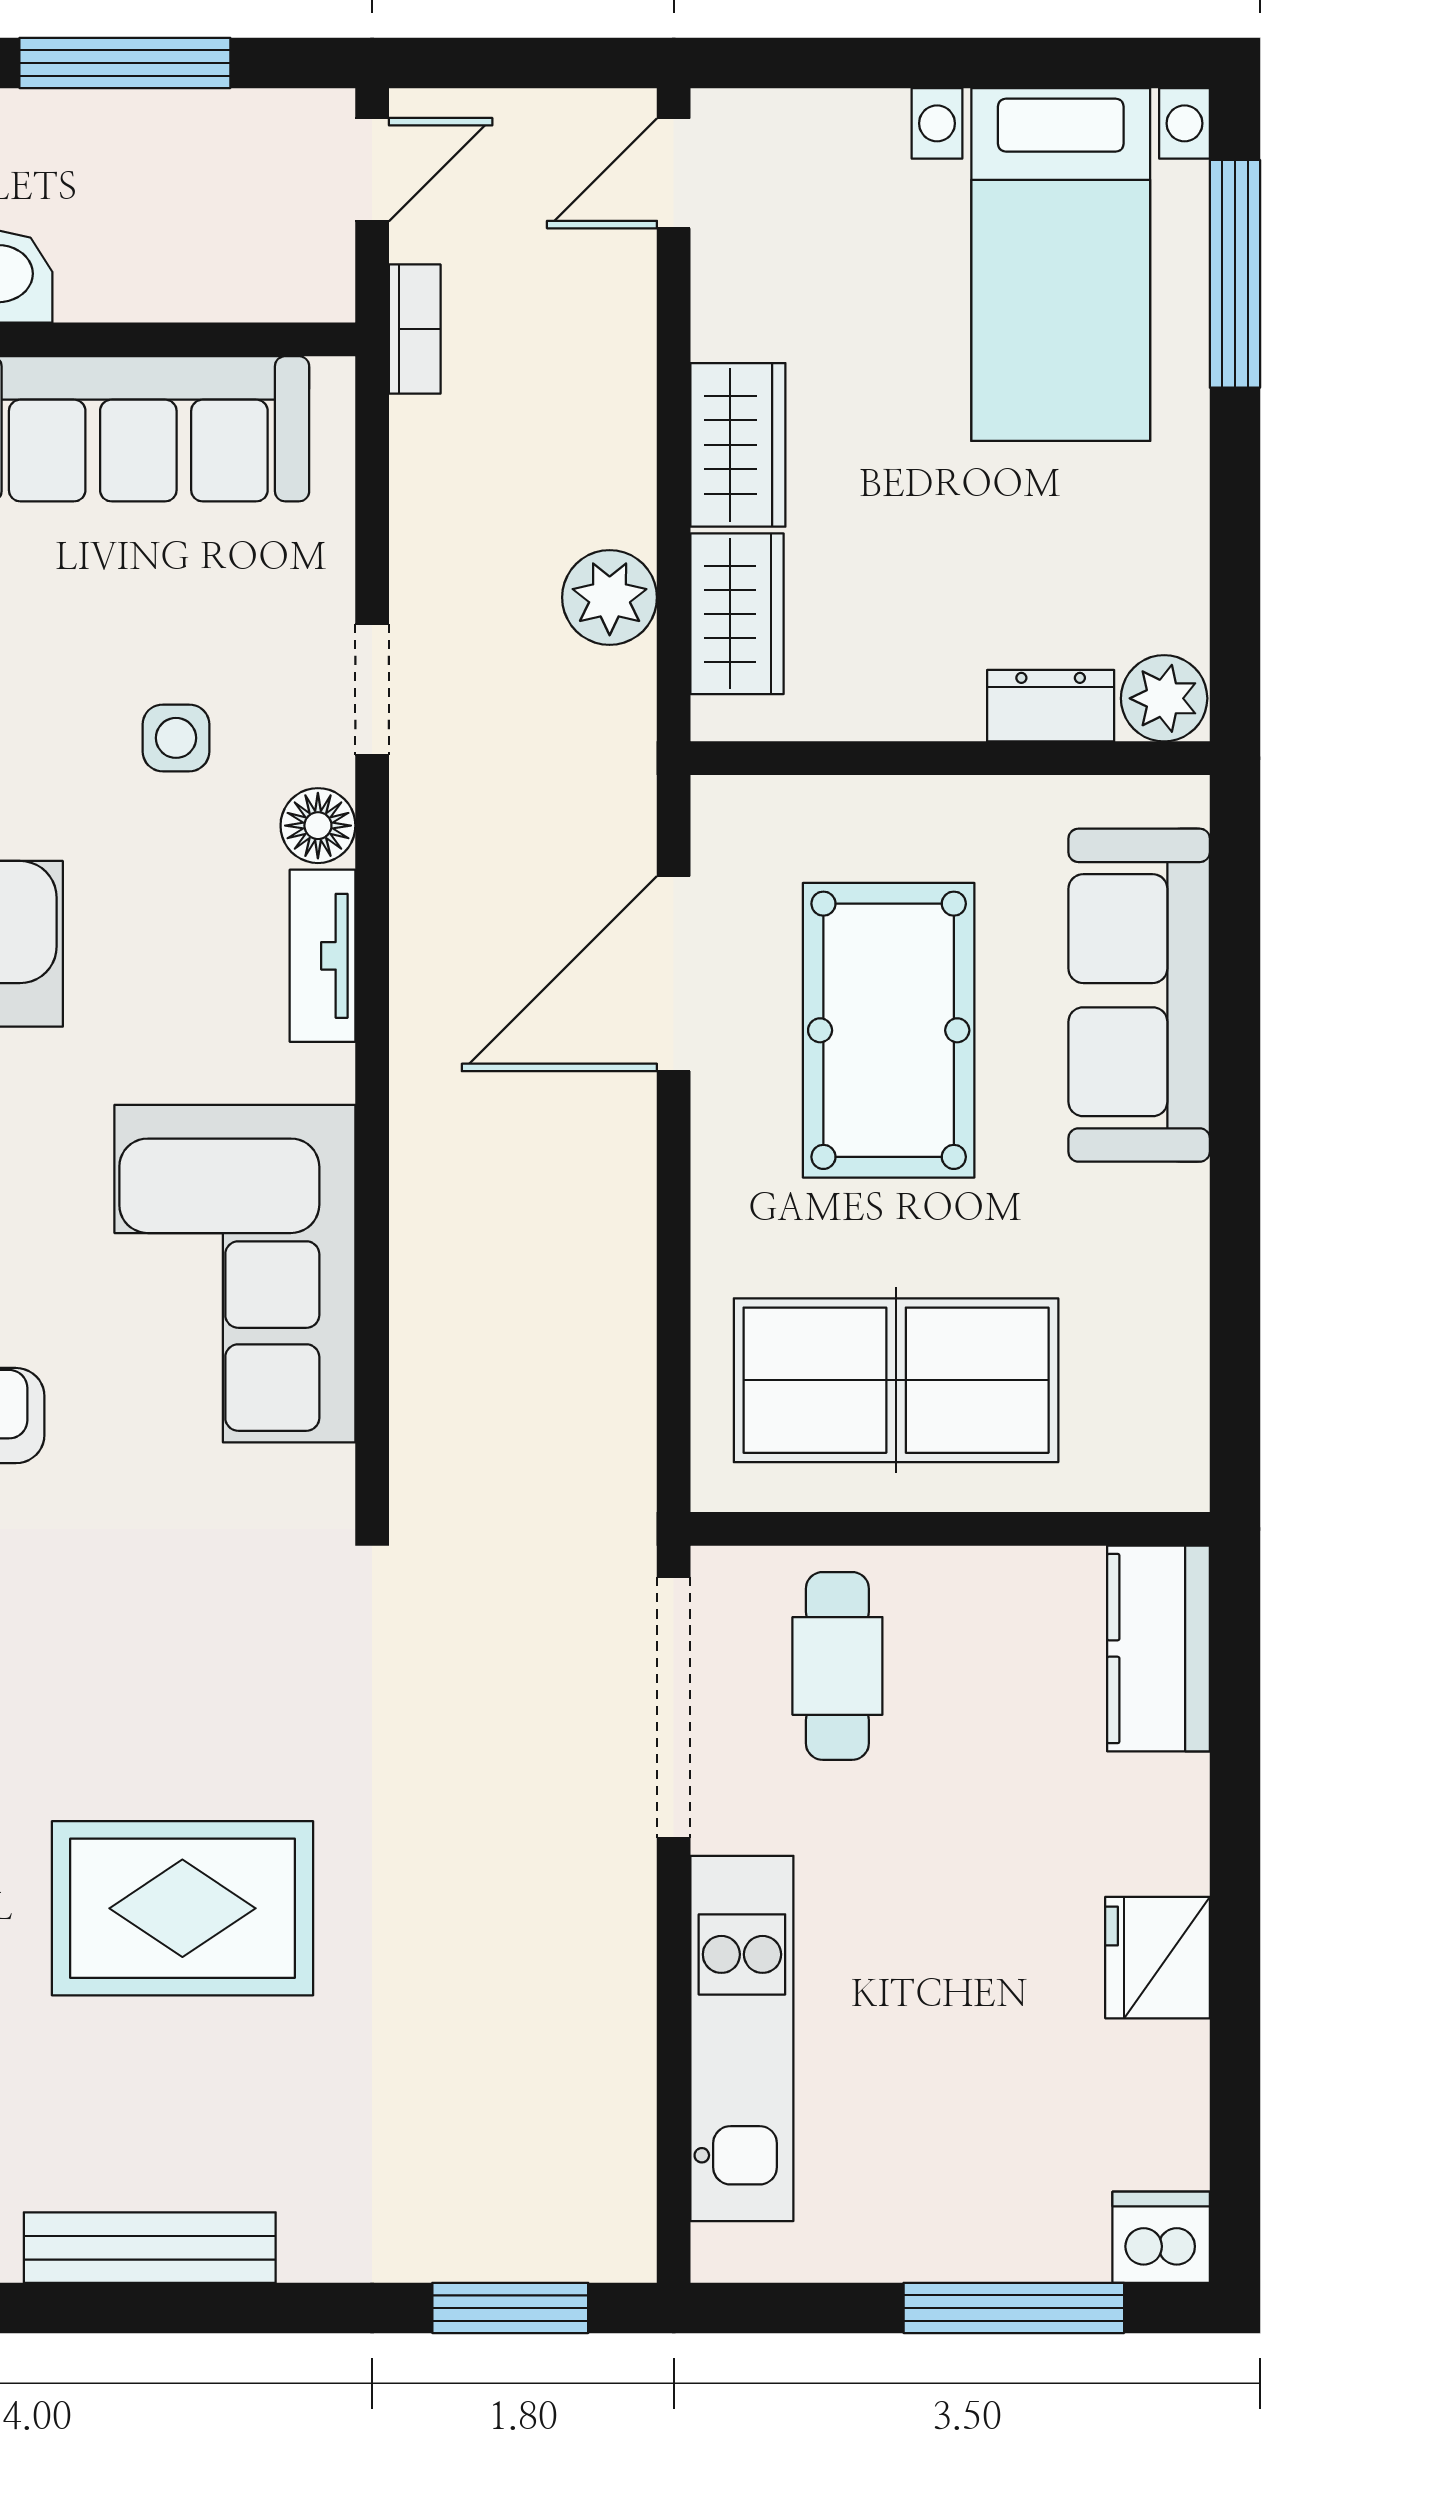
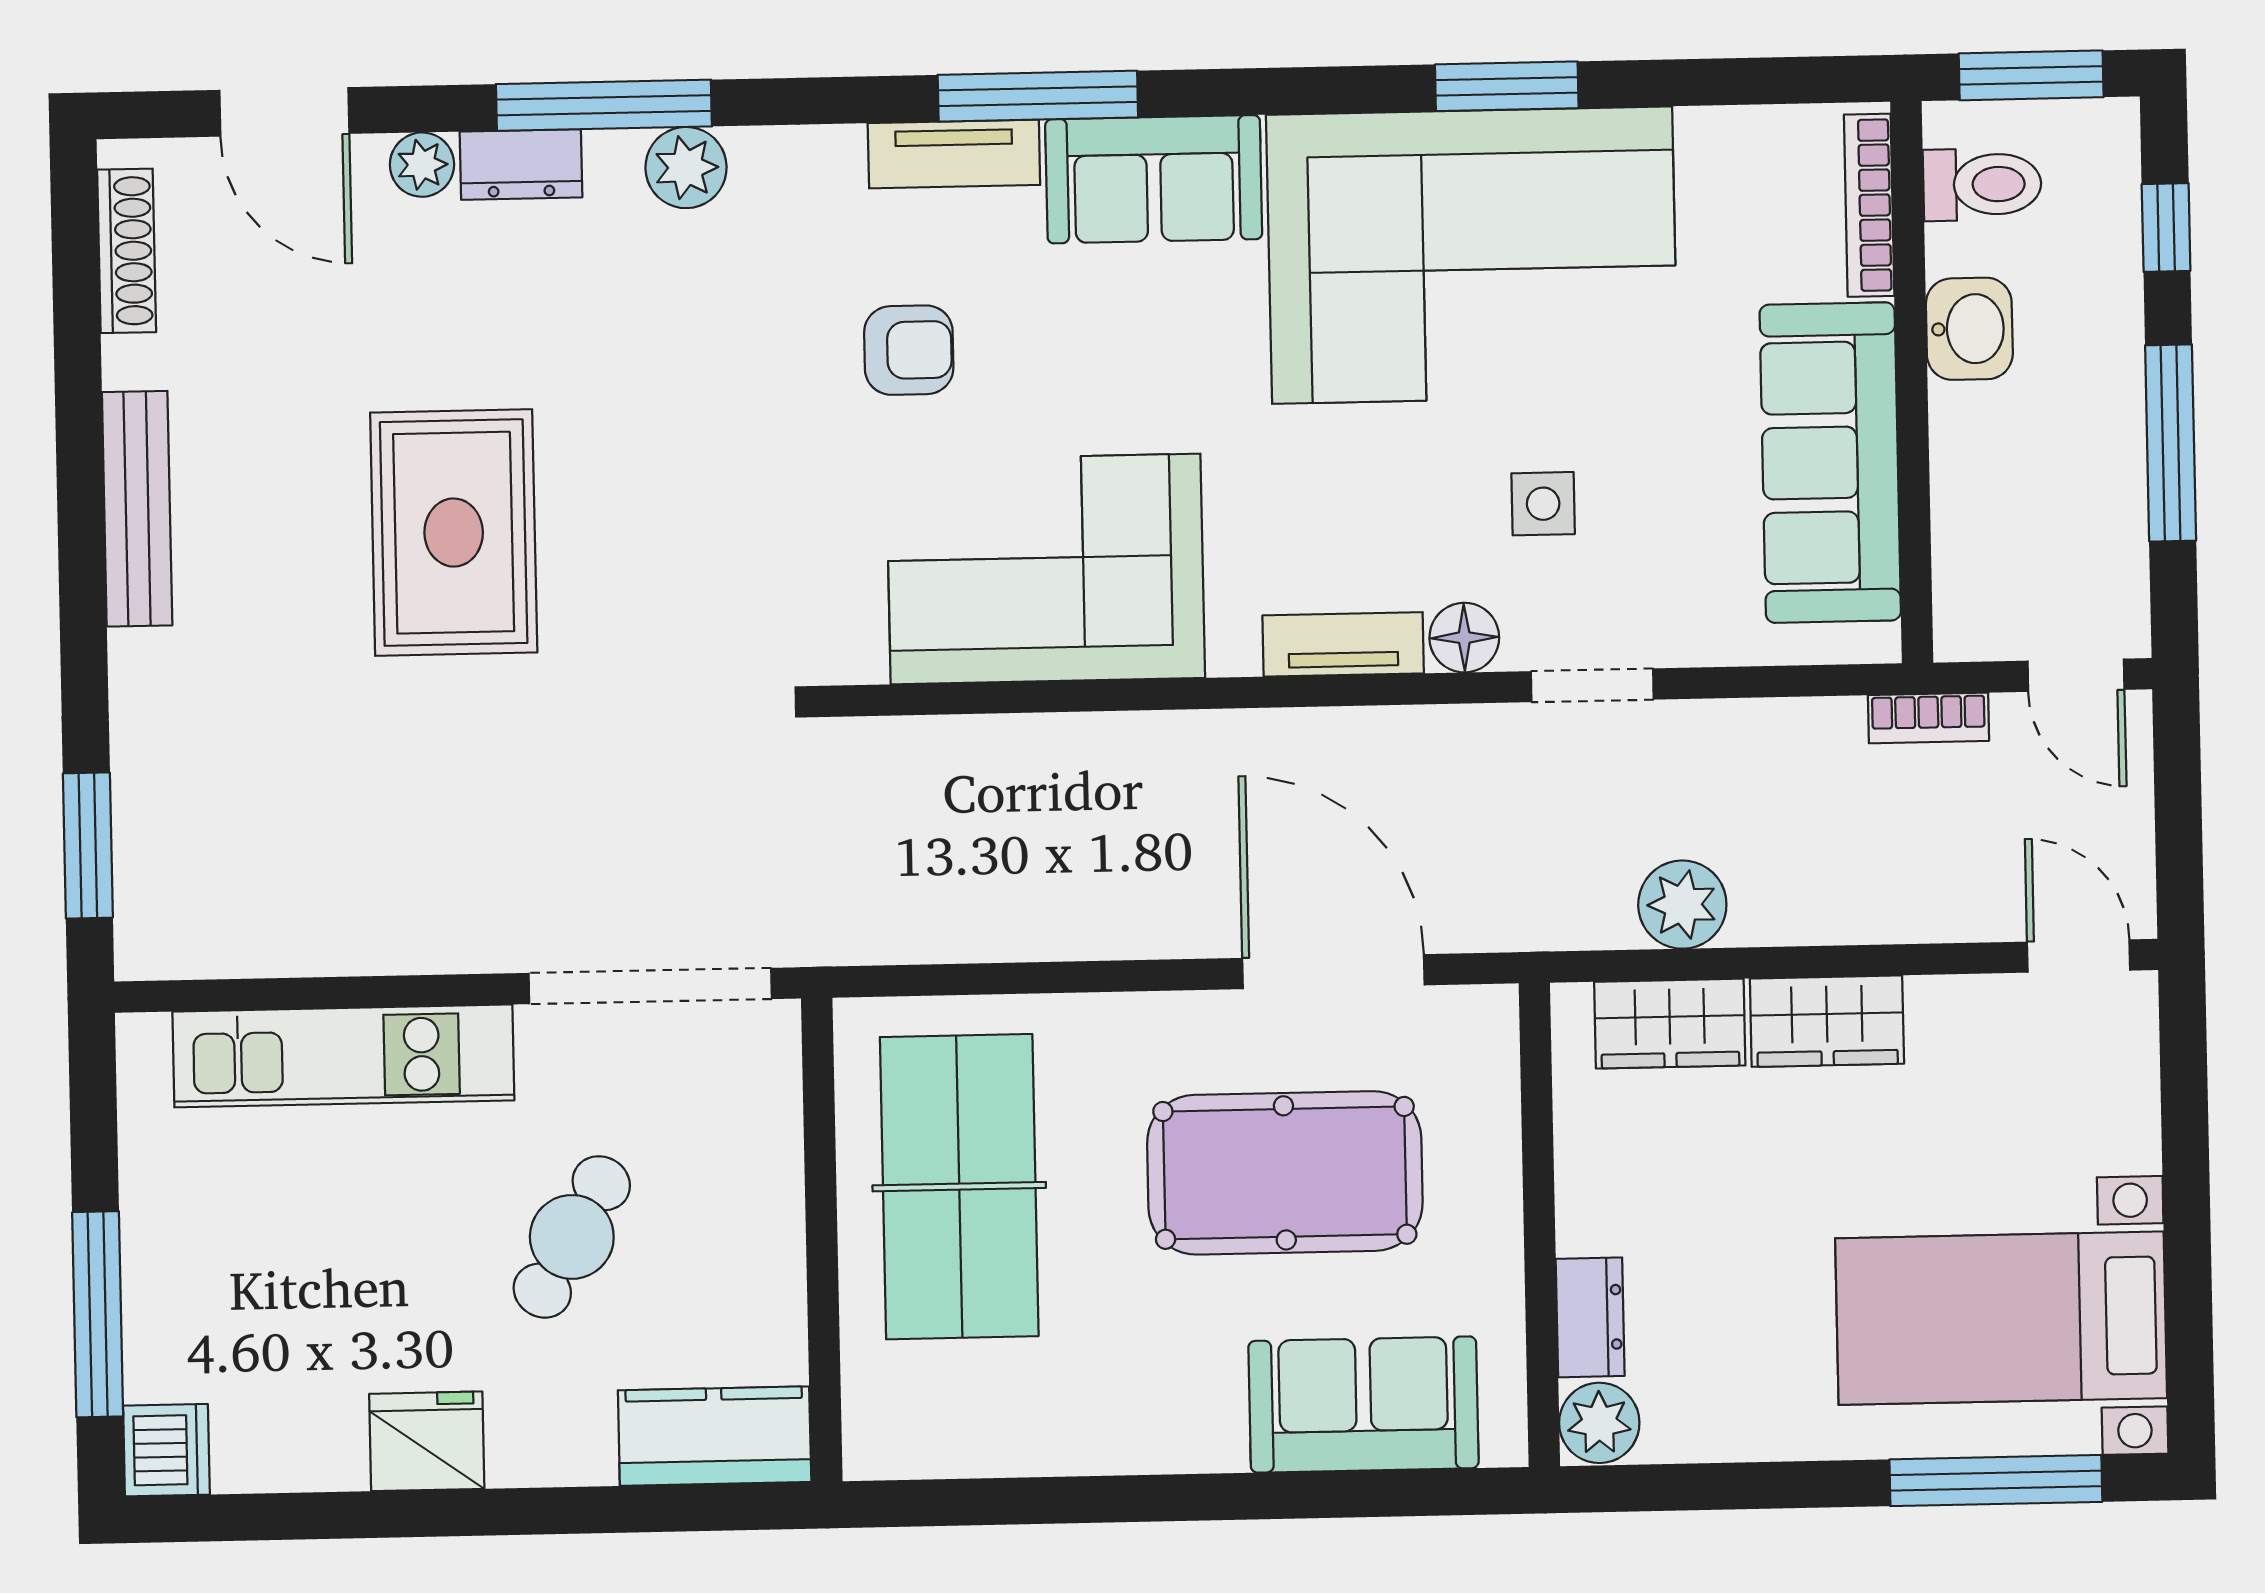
sofa: (1139, 995) -> (1363, 1405), width x0.73
cafe table: (837, 1666) -> (572, 1237), moved, turned -60

